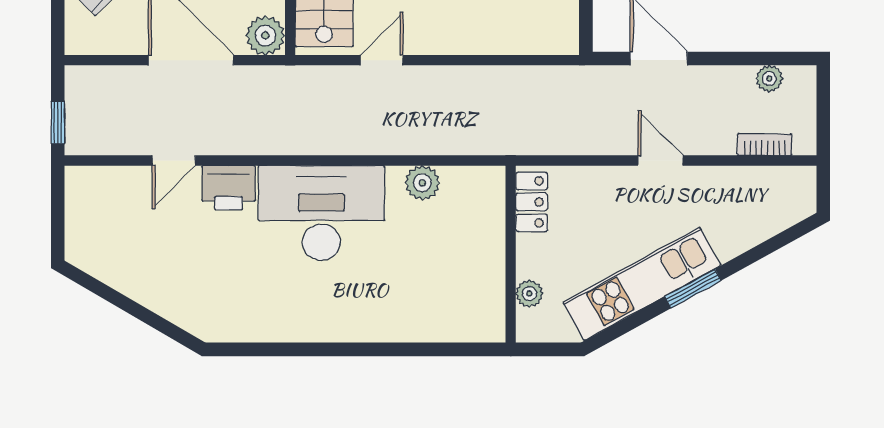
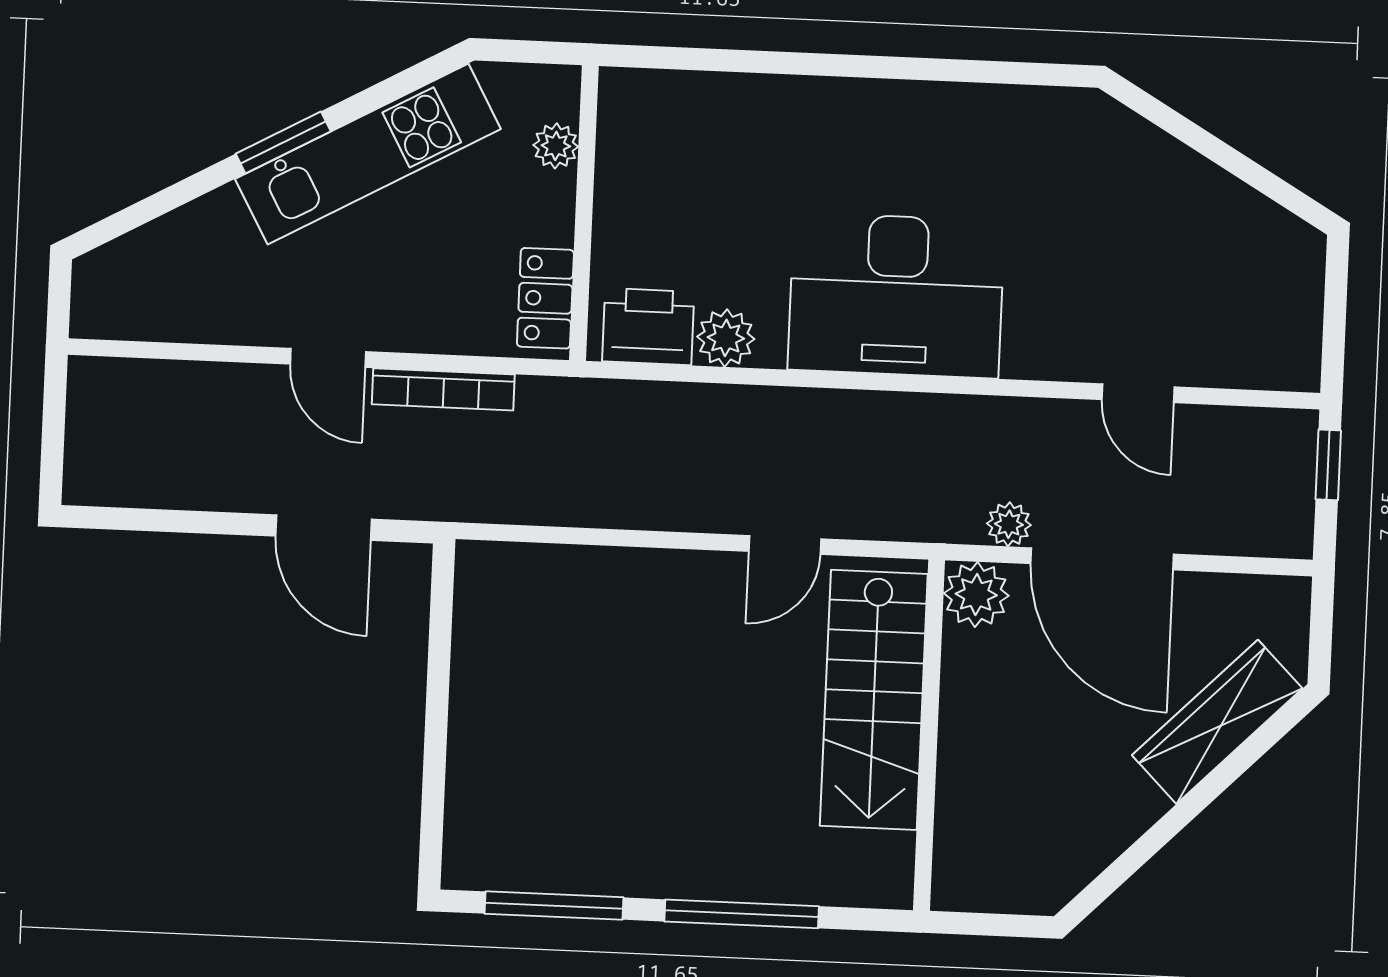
plant: (769, 79) -> (1009, 524), moved
bookcase: (765, 145) -> (443, 389), moved, width x1.56
door: (174, 160) -> (1138, 393), swing flipped
printer: (229, 188) -> (648, 327), moved

